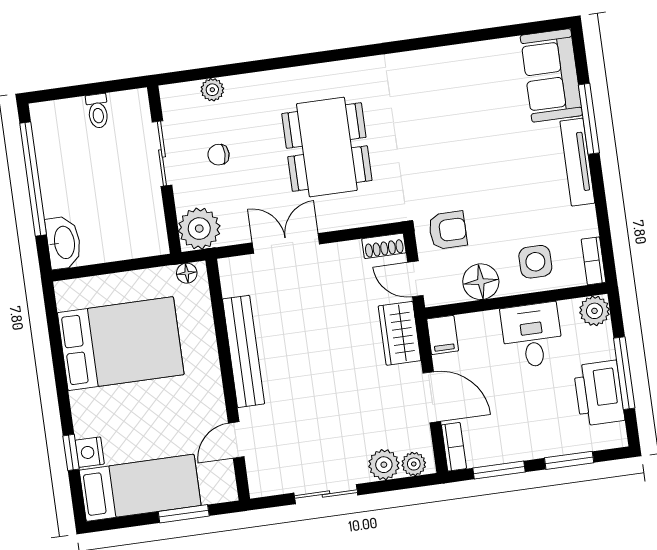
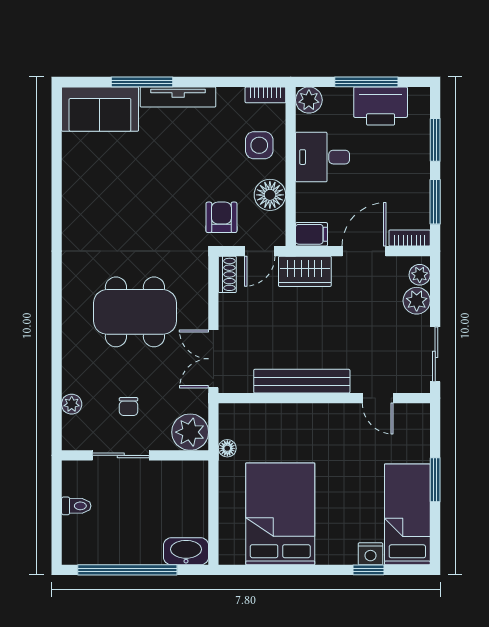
bench: (243, 351) -> (302, 381), moved
wall: (228, 380) -> (324, 398), moved
door: (236, 440) -> (378, 398), moved

